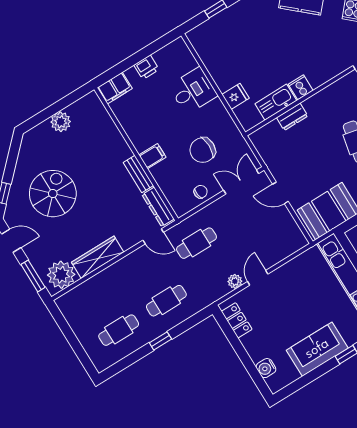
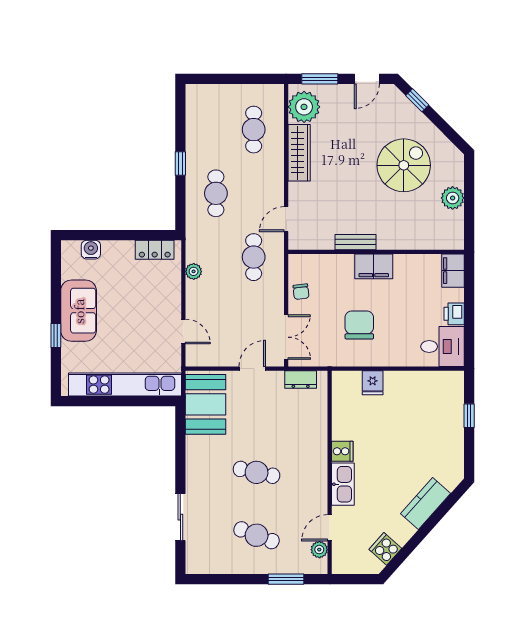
desk: (193, 91) -> (443, 347), moved, turned -90
kitchen sink: (276, 102) -> (343, 484), moved
dresser: (292, 117) -> (301, 379), moved, turned -90
chair: (203, 150) -> (359, 325), moved
filing cabinet: (152, 156) -> (374, 266), width x2.00
spiral stairs: (53, 194) -> (404, 165), moved, turned -90
dresser: (158, 207) -> (312, 241), removed
door: (258, 278) -> (183, 331), moved
cafe table: (119, 330) -> (254, 130), moved

